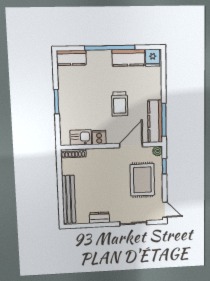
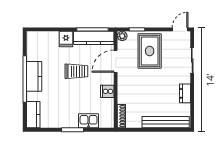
kitchen counter: (128, 58) -> (34, 76), moved
fridge: (153, 58) -> (66, 39), moved, turned 90
kitchen sink: (81, 137) -> (89, 121), moved, turned 90
door: (131, 145) -> (116, 61), hinge flipped
rug: (142, 180) -> (150, 51), turned 90

